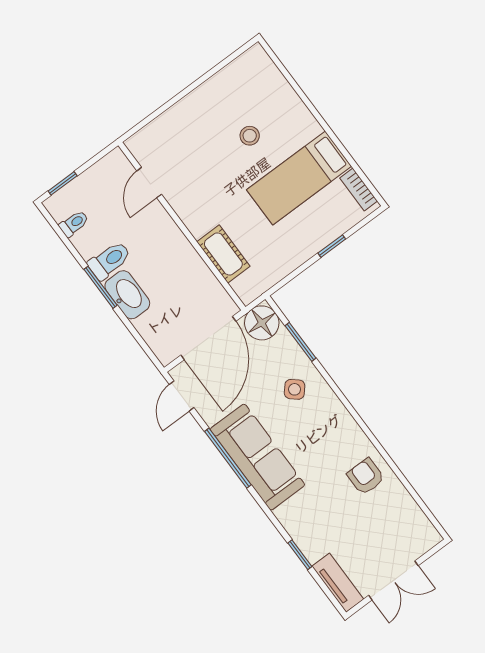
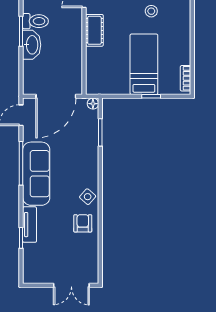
bed: (299, 178) -> (144, 64), moved, turned 90
cot: (223, 254) -> (94, 30), moved
floor lamp: (262, 323) -> (93, 104), width x0.53, depth x0.53
side table: (295, 389) -> (88, 197), moved
double door: (393, 581) -> (71, 285), moved
tv unit: (338, 583) -> (30, 225), moved

